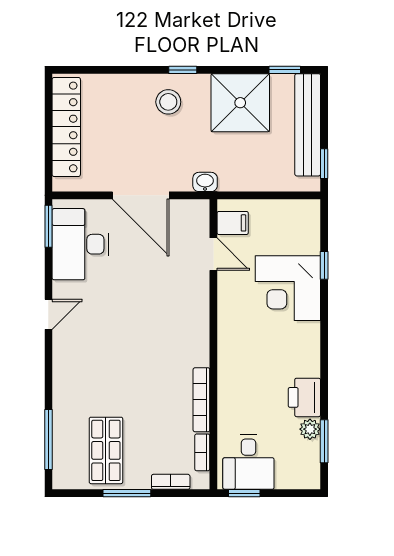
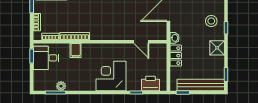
shower: (240, 103) -> (217, 48), width x0.54, depth x0.54
locker: (244, 179) -> (176, 56), added
filing cabinet: (233, 223) -> (76, 51), moved
door: (213, 254) -> (141, 42), hinge flipped
corner desk: (288, 288) -> (111, 76), moved
printer: (304, 397) -> (150, 84), moved

